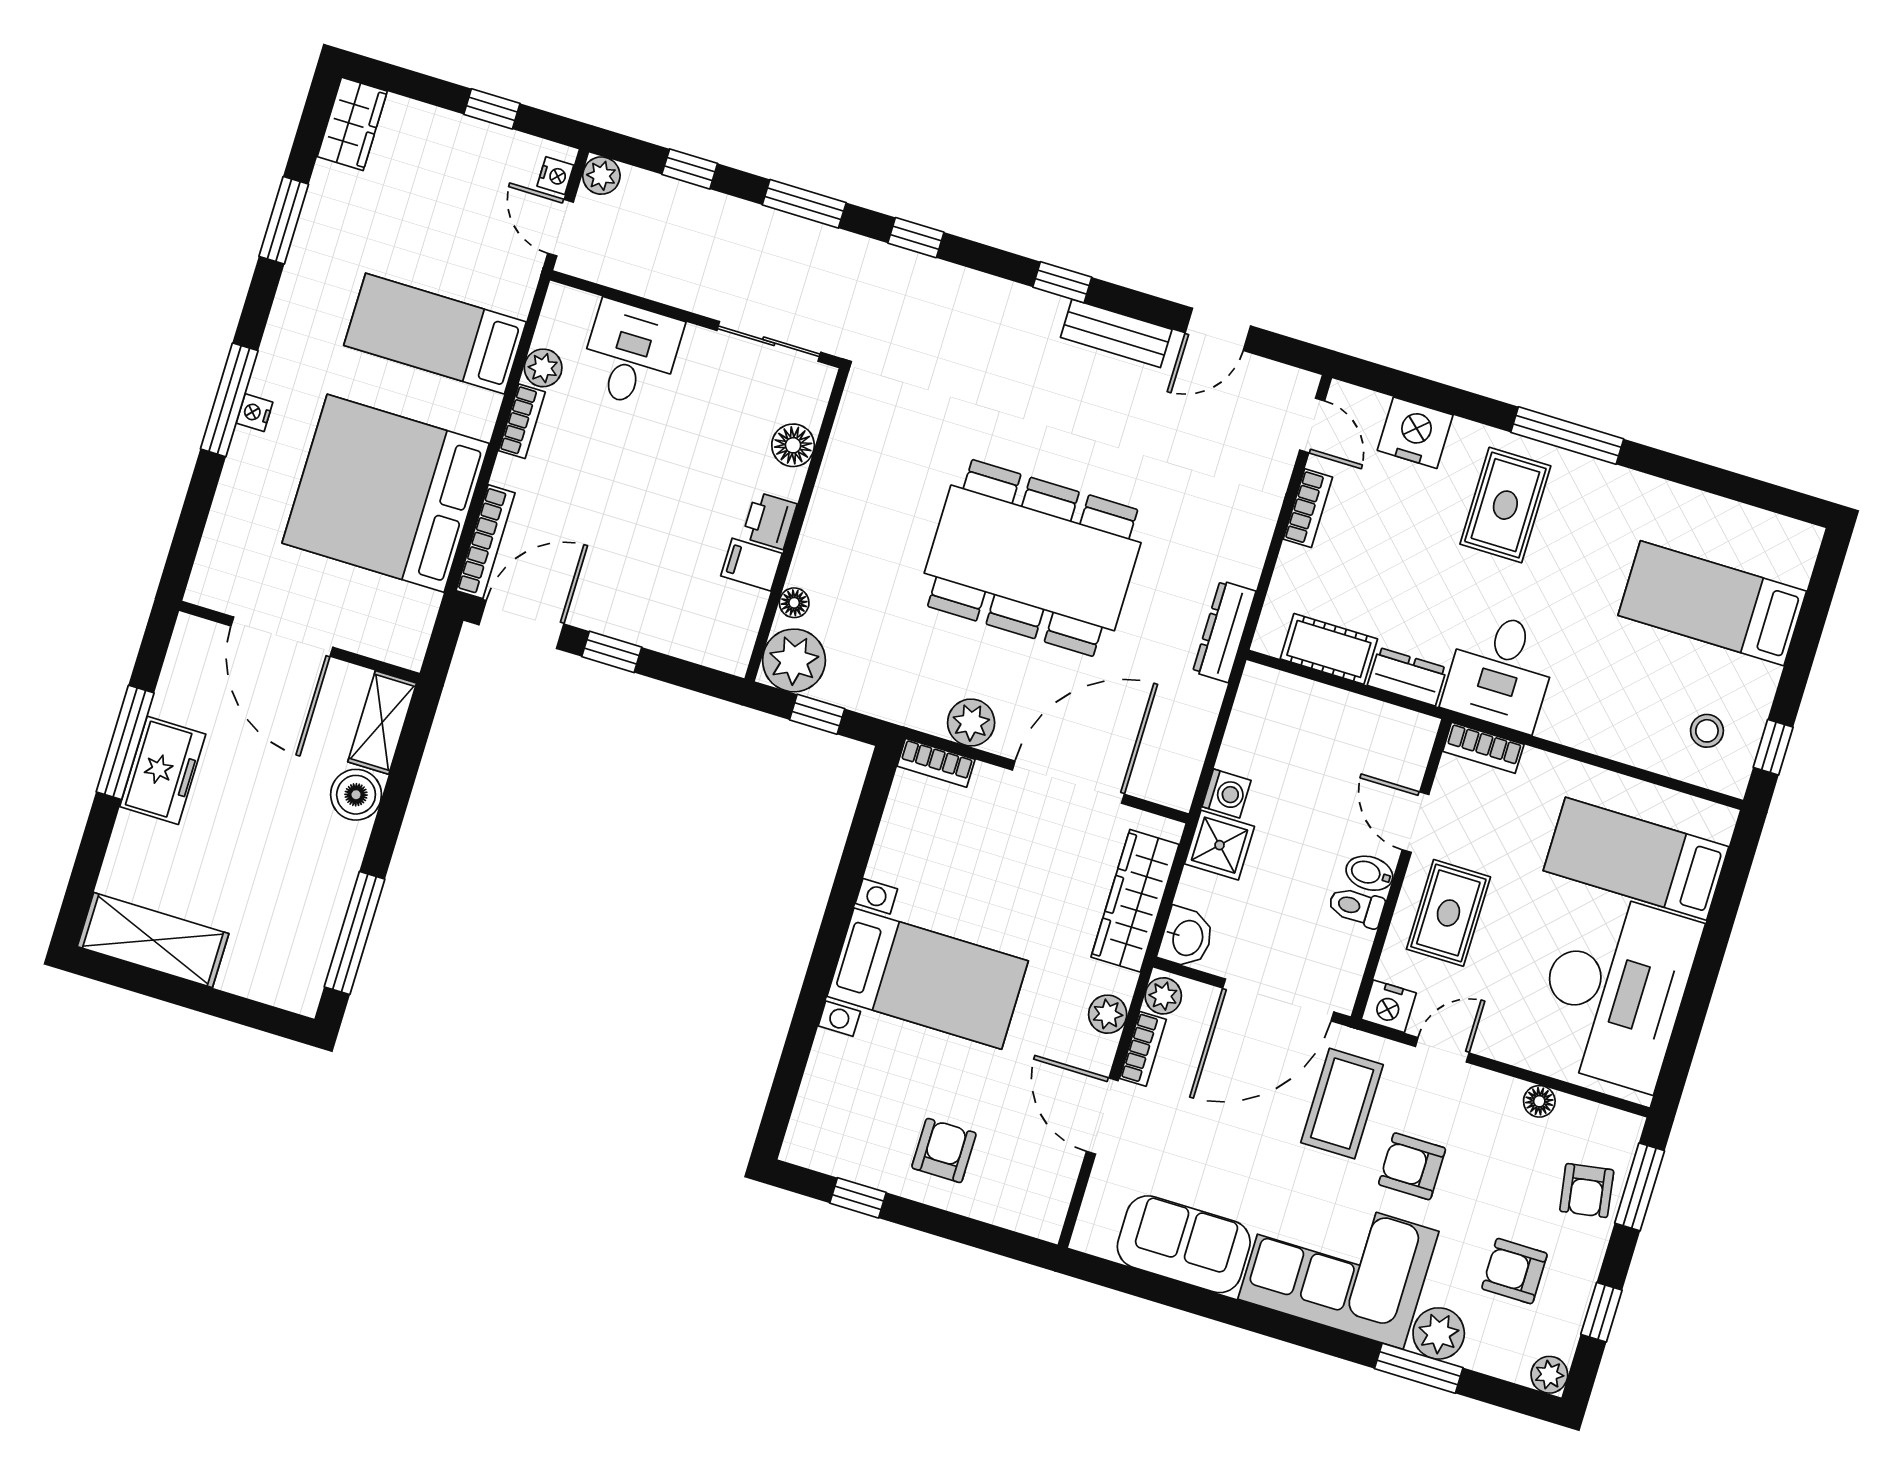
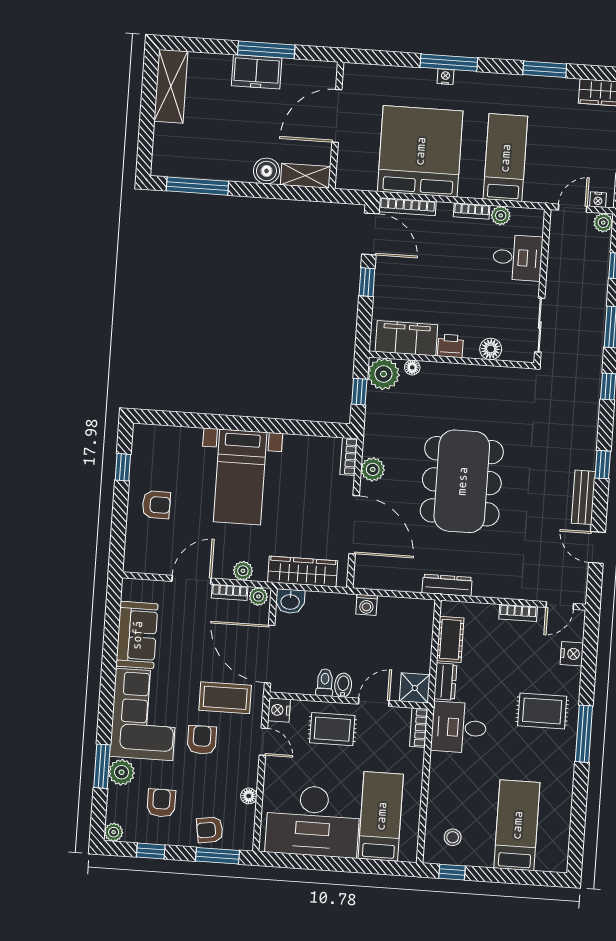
nightstand: (1415, 433) -> (572, 654), width x0.74, depth x0.75
filing cabinet: (752, 565) -> (406, 338), width x3.00, depth x1.17
shower: (1220, 845) -> (415, 688), moved

